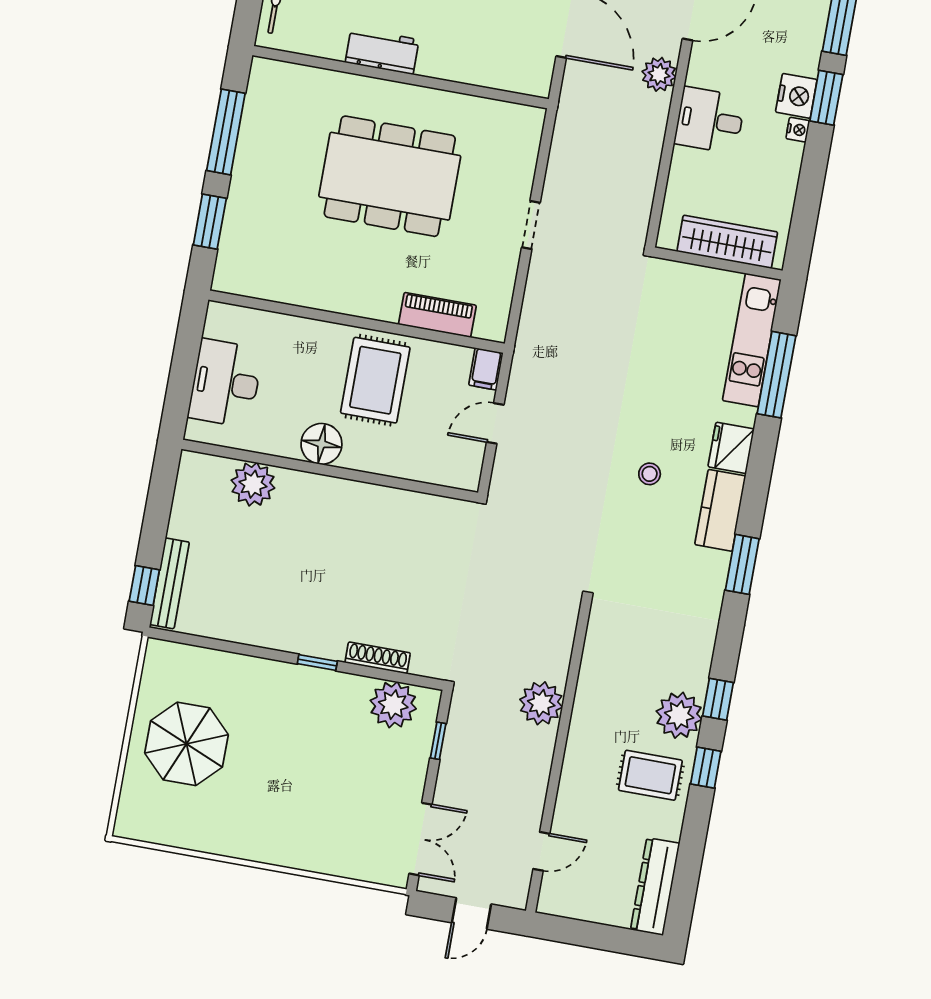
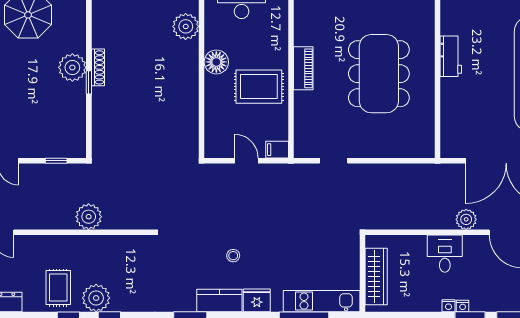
nightstand: (796, 96) -> (463, 306), width x0.53, depth x0.56
doorway: (531, 225) -> (334, 161), moved
piano: (437, 315) -> (303, 68), moved
shoe rack: (378, 658) -> (98, 67), moved
plant: (393, 705) -> (72, 67), moved

